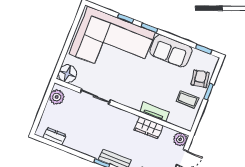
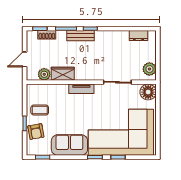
tv unit: (154, 112) -> (81, 89), moved
plant: (180, 139) -> (44, 74), moved

